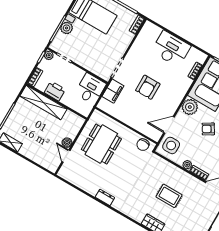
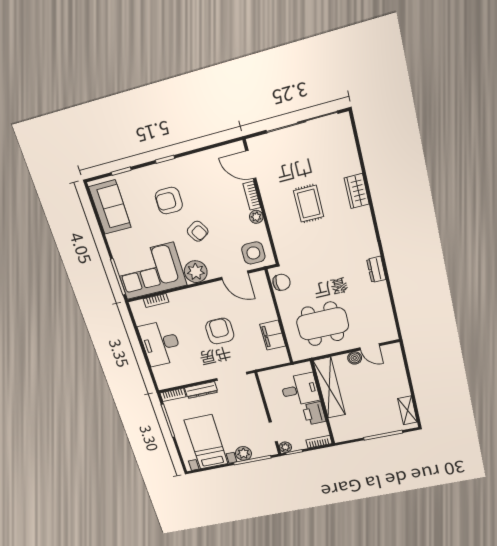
dresser: (125, 43) -> (201, 390), added
armchair: (148, 87) -> (220, 331), turned -90
desk: (90, 89) -> (300, 390), moved, turned 180
filing cabinet: (113, 91) -> (273, 335), moved, turned -90
shelving: (43, 103) -> (329, 388), moved
door: (66, 156) -> (370, 347), hinge flipped

